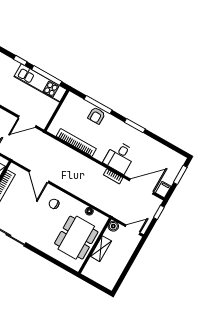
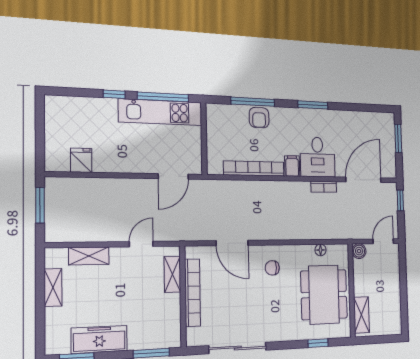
filing cabinet: (163, 190) -> (292, 166), moved
shelving: (101, 249) -> (361, 315), moved
window: (56, 262) -> (318, 343), added

